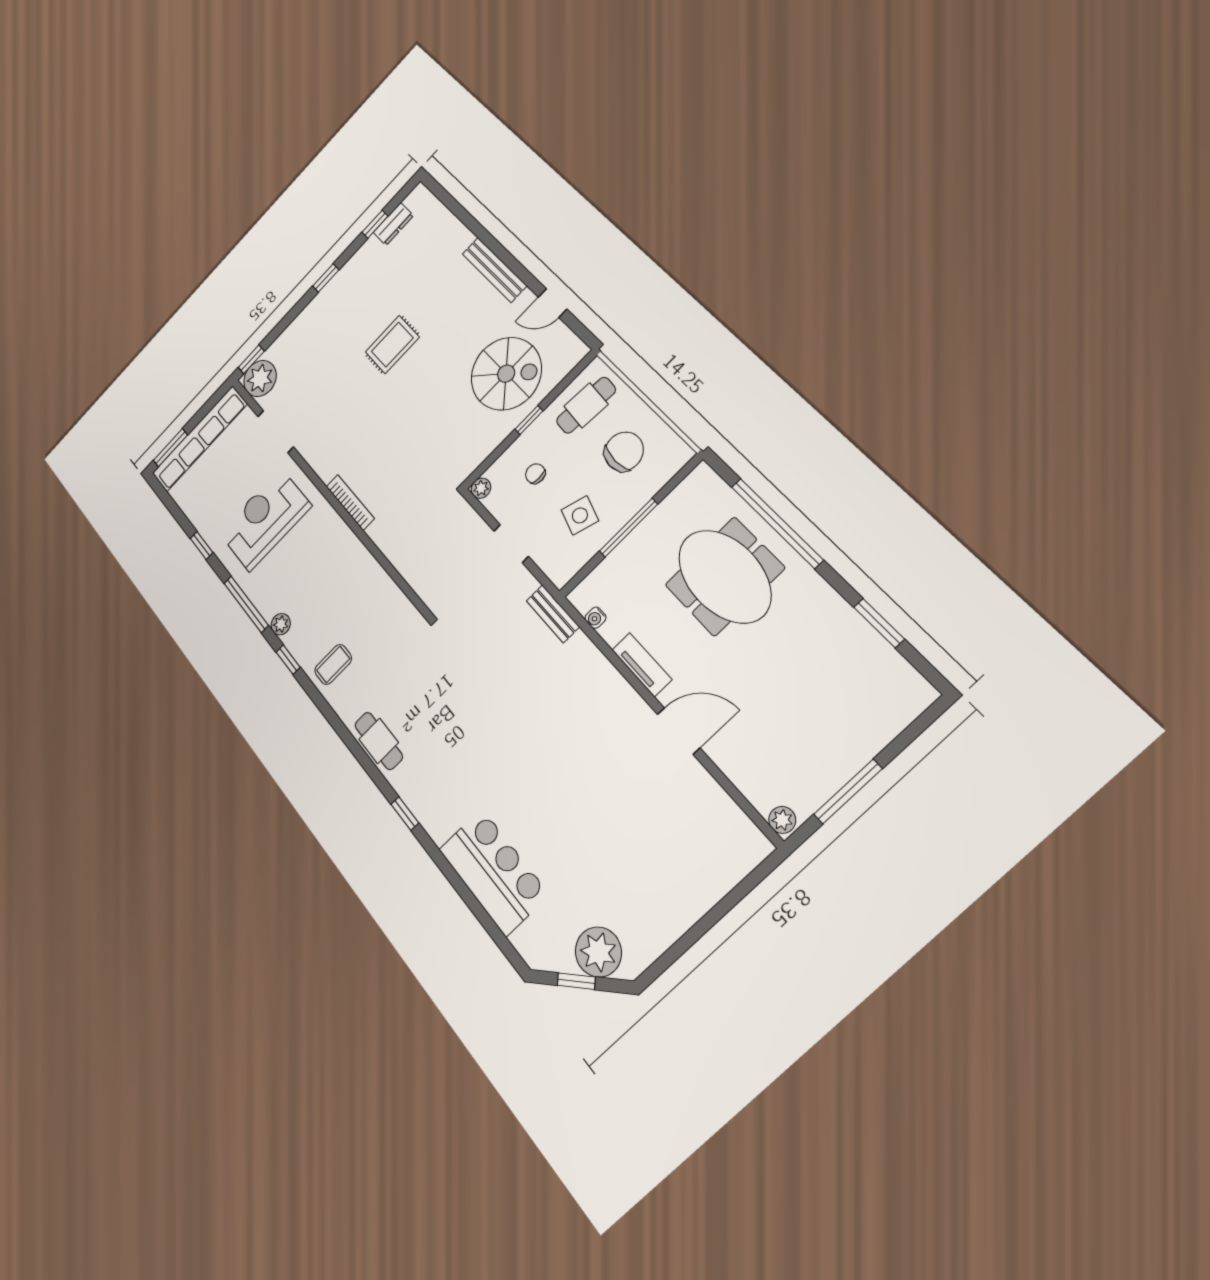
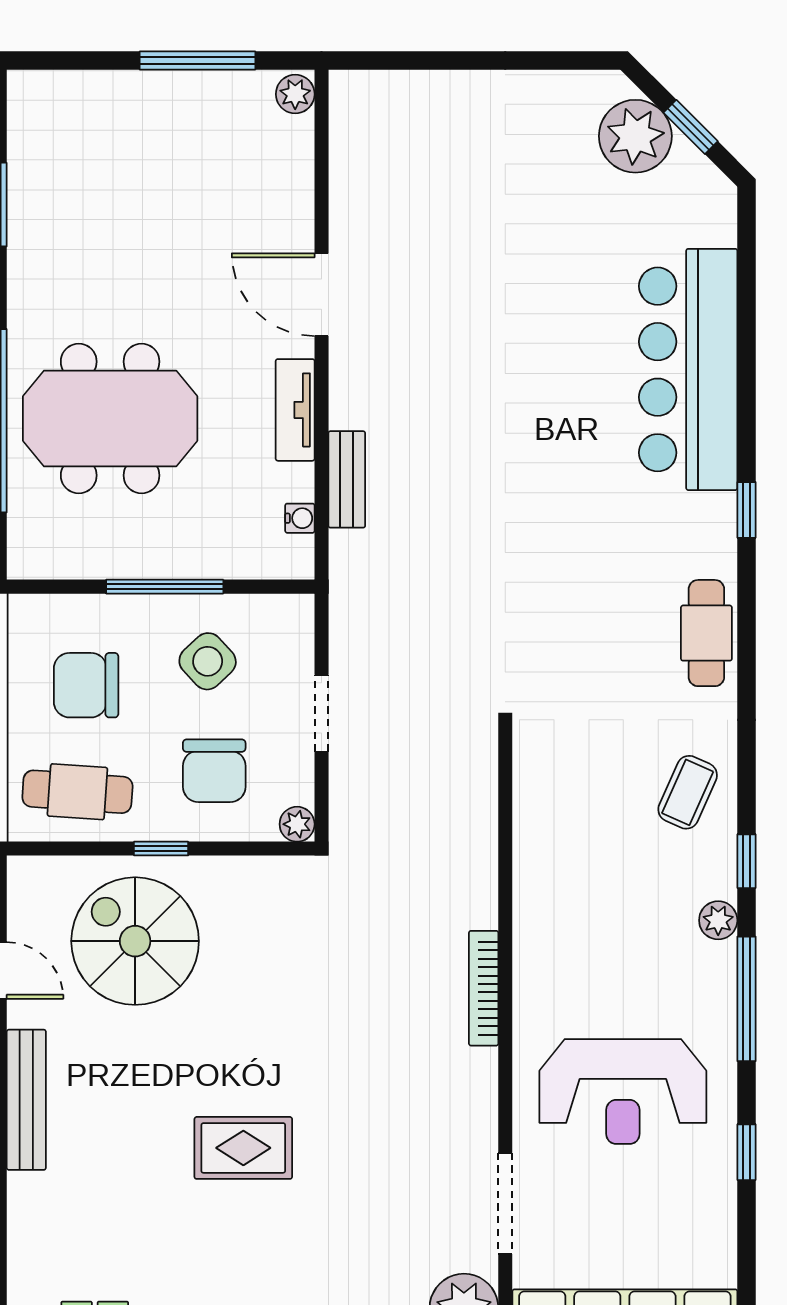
chair: (535, 474) -> (214, 771), width x1.87, depth x1.87
side table: (580, 515) -> (208, 661), turned 30
meeting table: (724, 576) -> (110, 419), turned 90
bench: (553, 614) -> (347, 479), moved
coffee table: (333, 664) -> (688, 792), turned -66
bar counter: (494, 872) -> (688, 369), width x1.36

